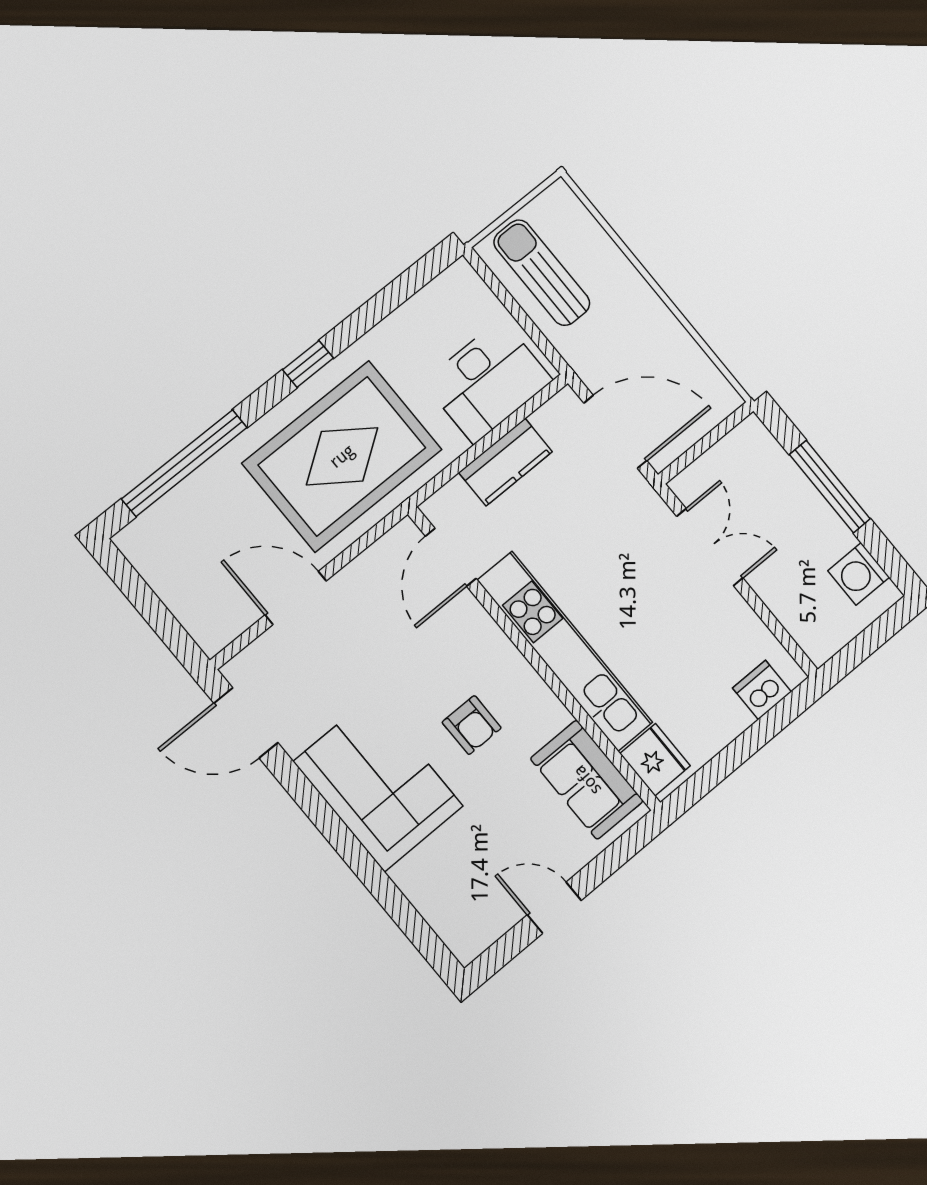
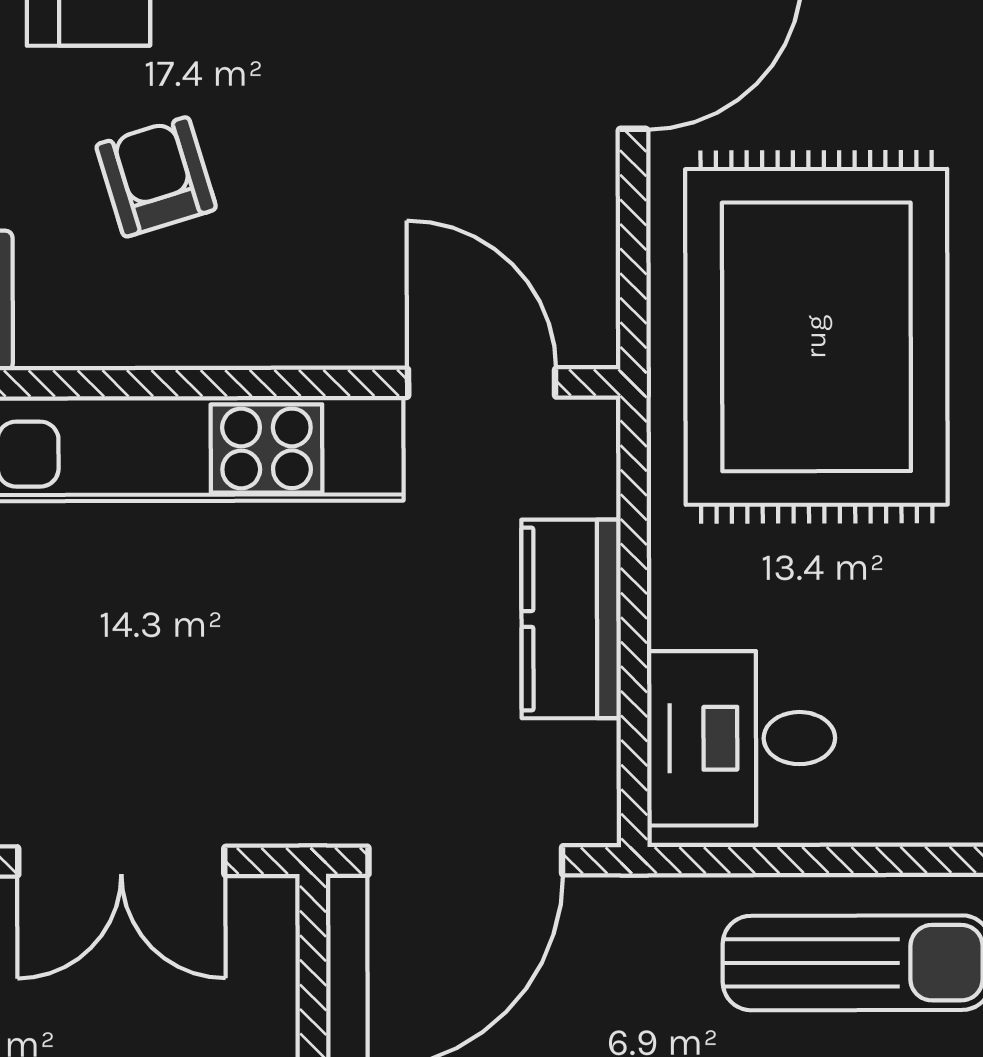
desk: (488, 381) -> (741, 738), width x0.73
armchair: (472, 725) -> (156, 177), turned 73

